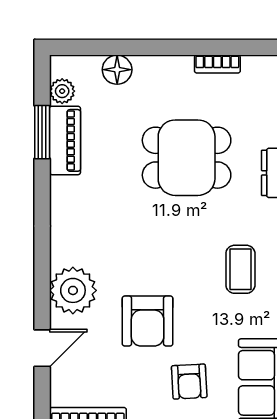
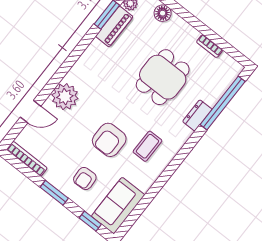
dining table: (187, 158) -> (163, 77), turned 90
armchair: (148, 321) -> (109, 140), moved

